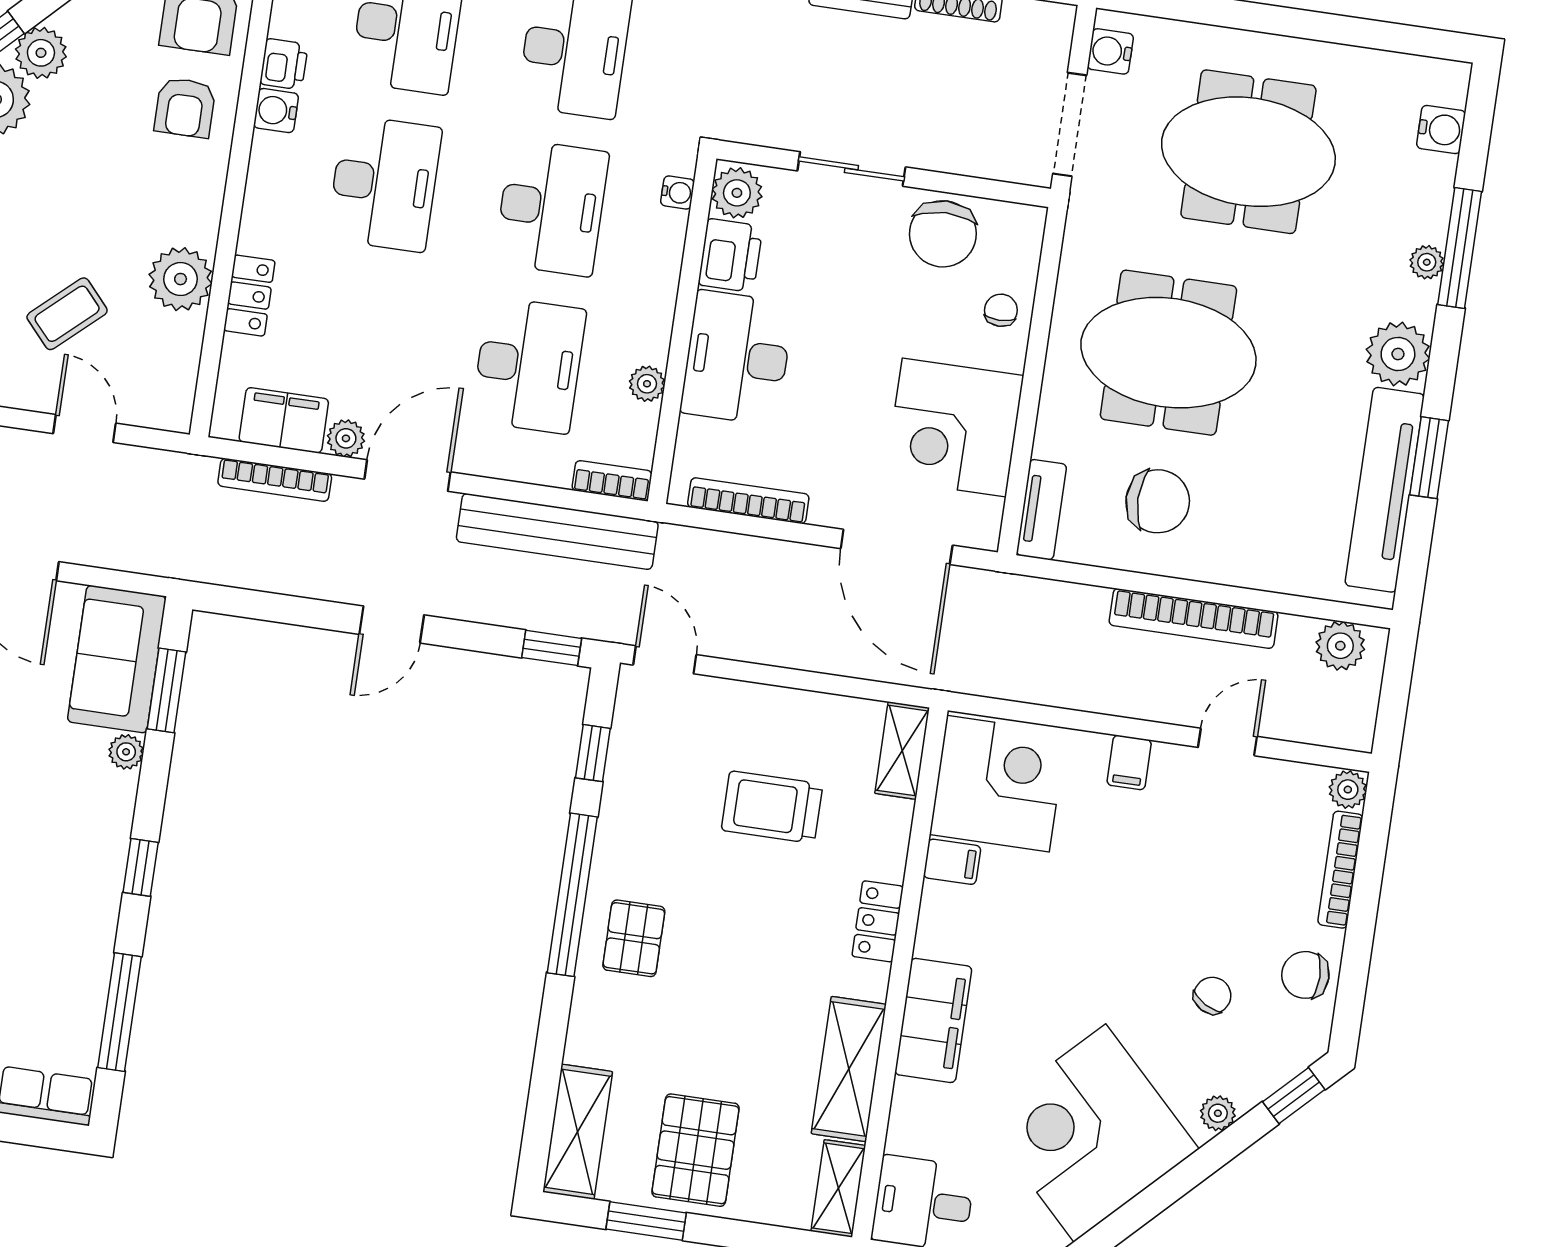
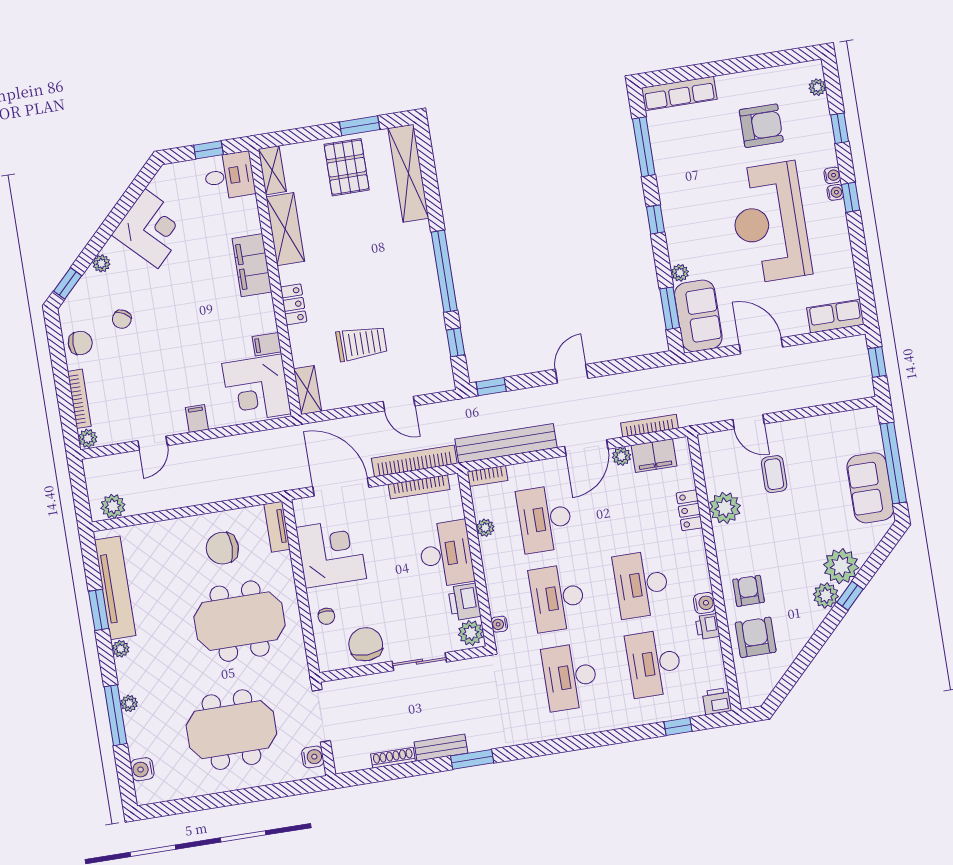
coffee table: (67, 314) -> (774, 474), turned -48
plant: (1398, 354) -> (121, 649), width x0.53, depth x0.53
bookcase: (1194, 618) -> (414, 461), moved
door: (665, 660) -> (399, 404), moved
pallet: (634, 938) -> (408, 260), removed
shelving: (578, 1132) -> (408, 173), width x1.47
corner desk: (1090, 1133) -> (151, 229), width x0.74, depth x0.74

